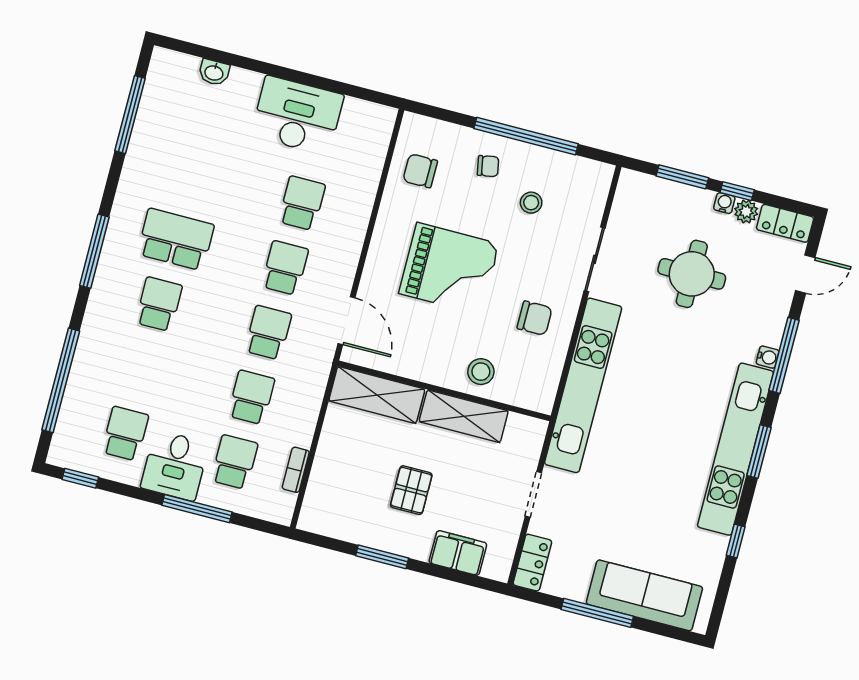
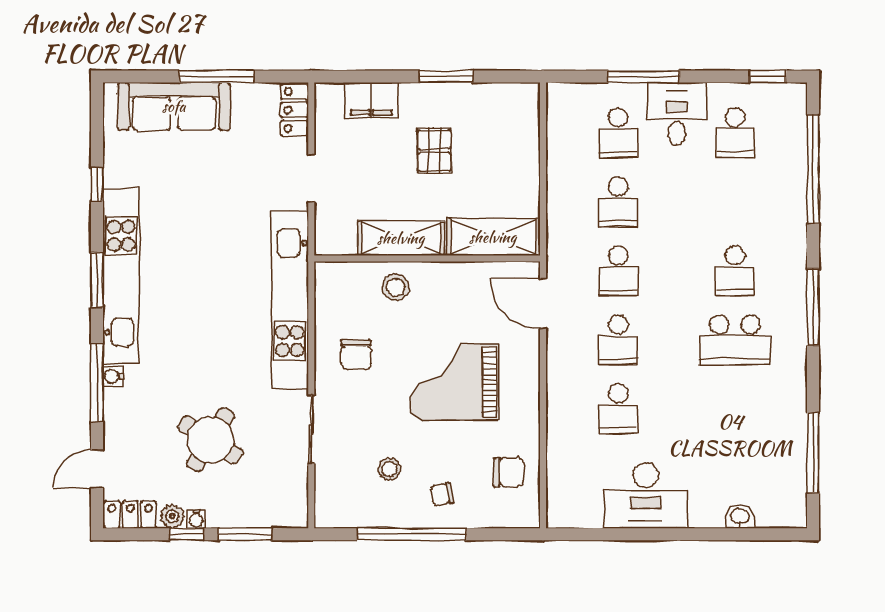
round table: (692, 274) -> (210, 440), turned 32
chair: (535, 318) -> (356, 355), turned -90
bookcase: (296, 470) -> (555, 141), removed

